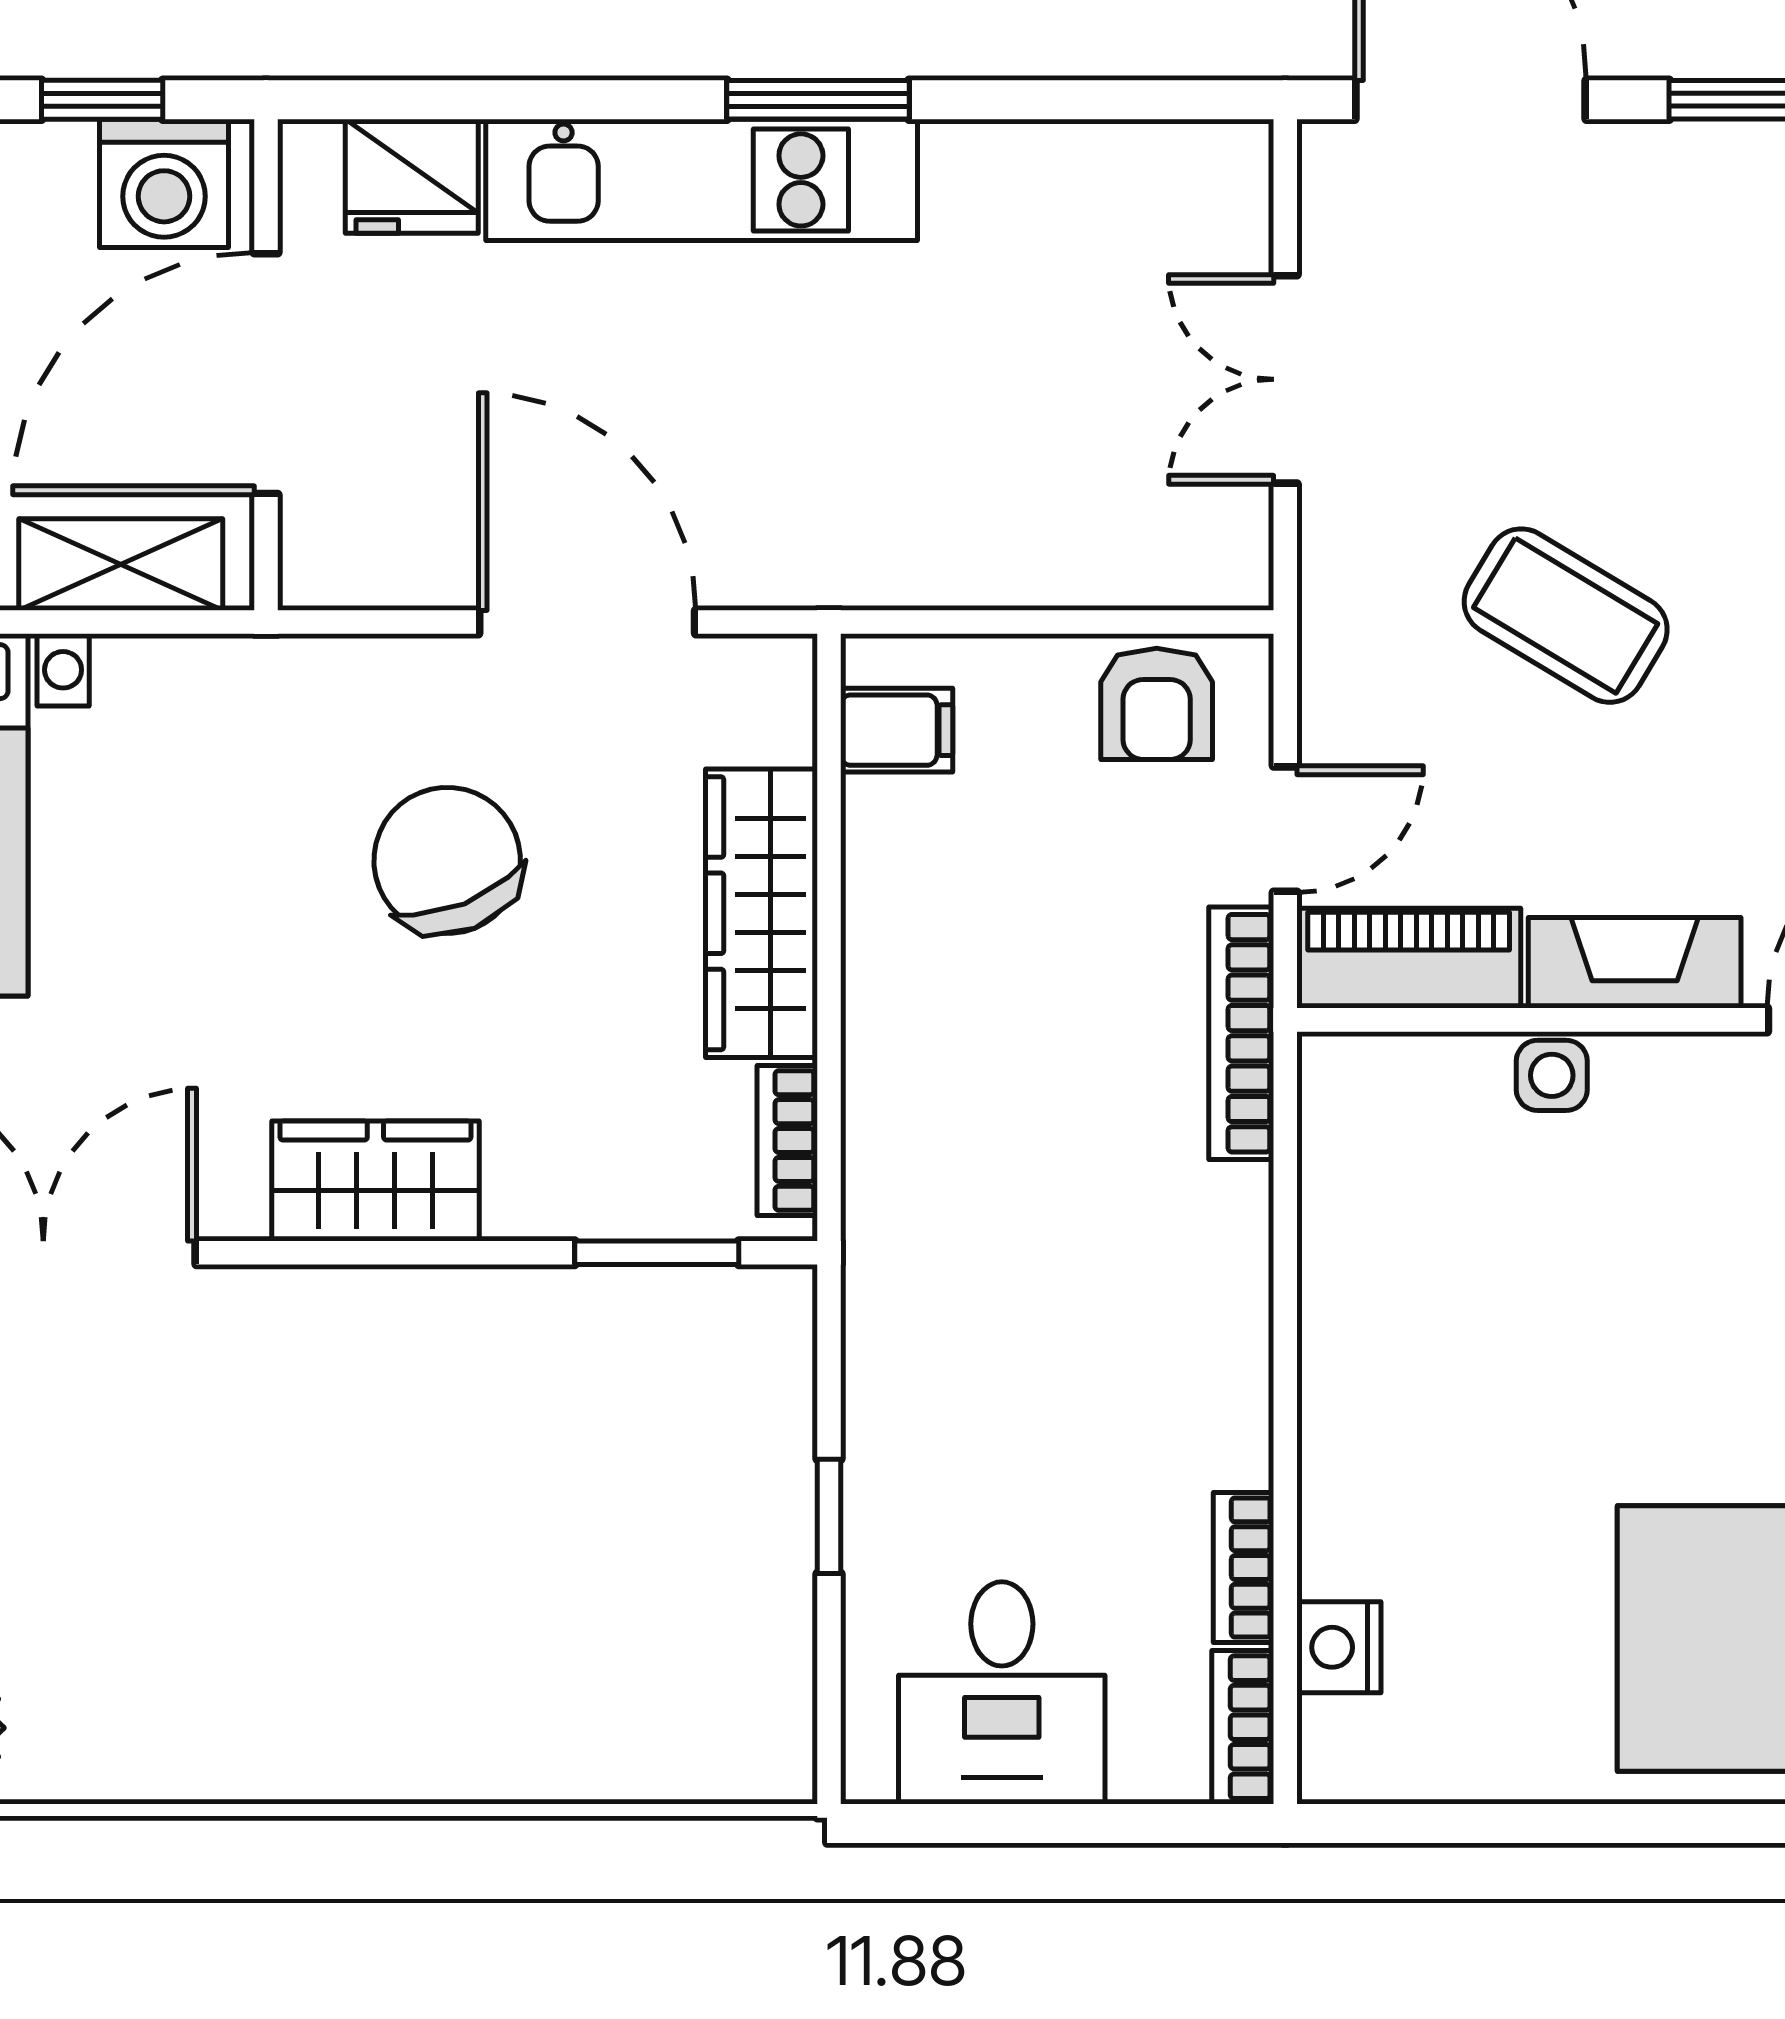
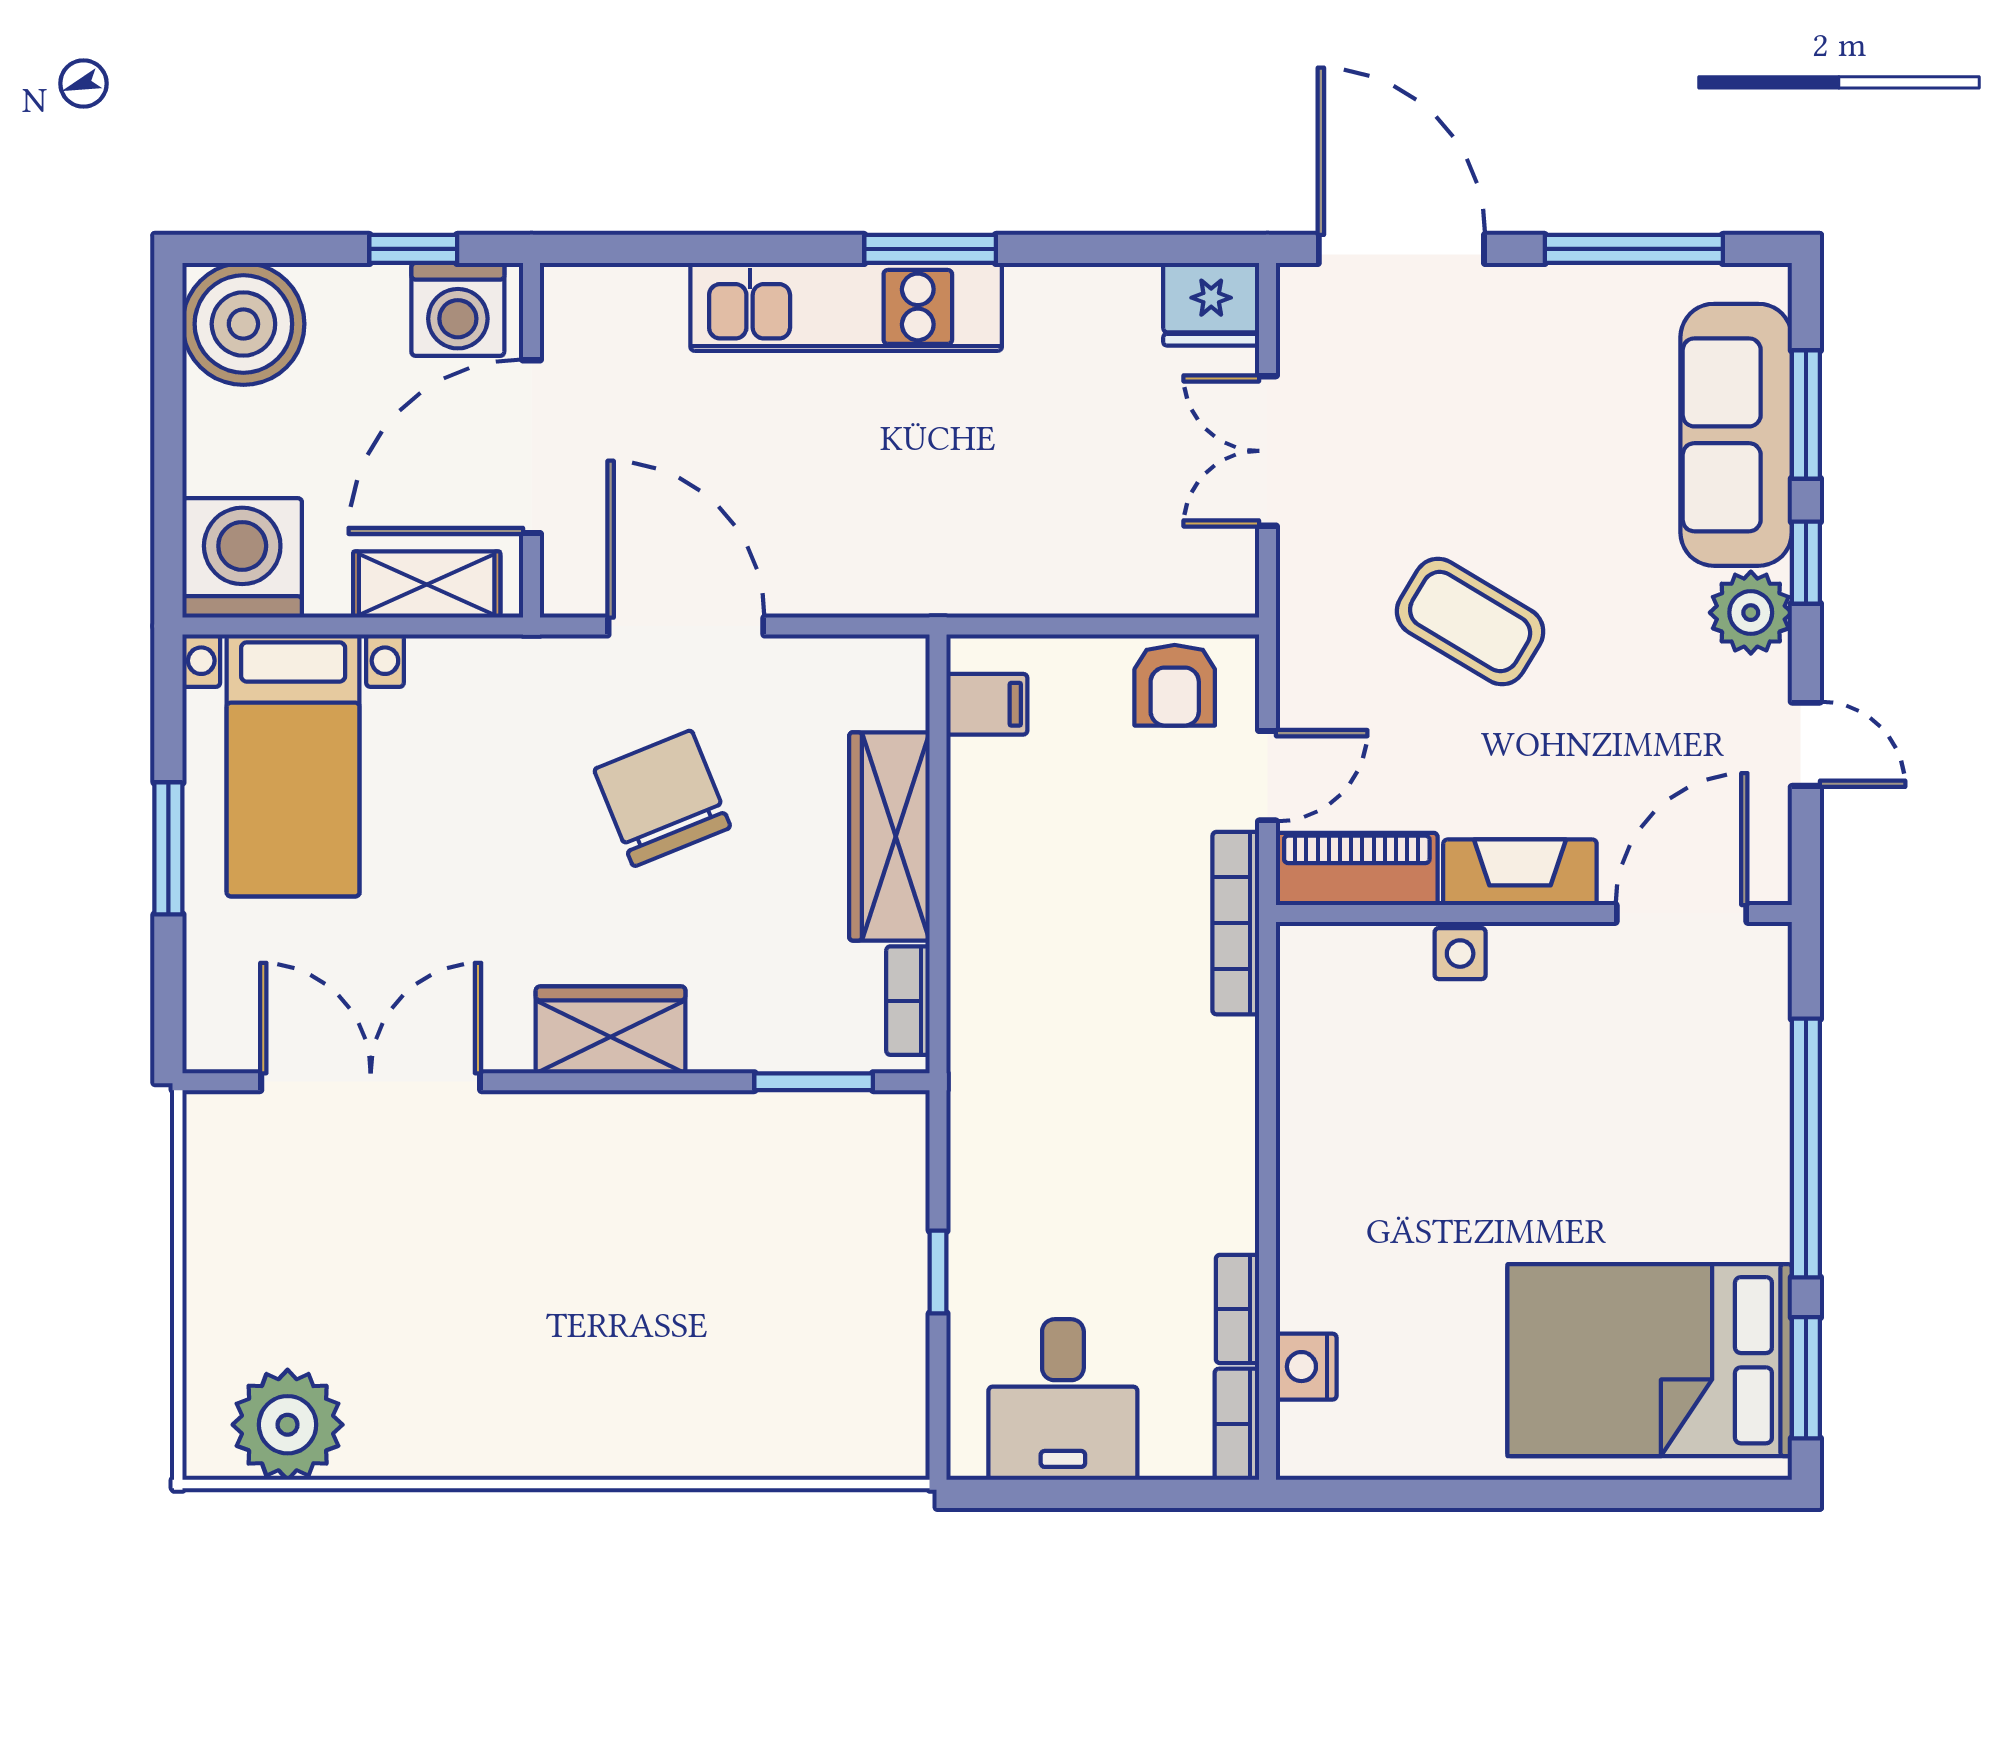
fridge: (412, 176) -> (1211, 304), moved
door: (587, 622) -> (686, 626), moved

